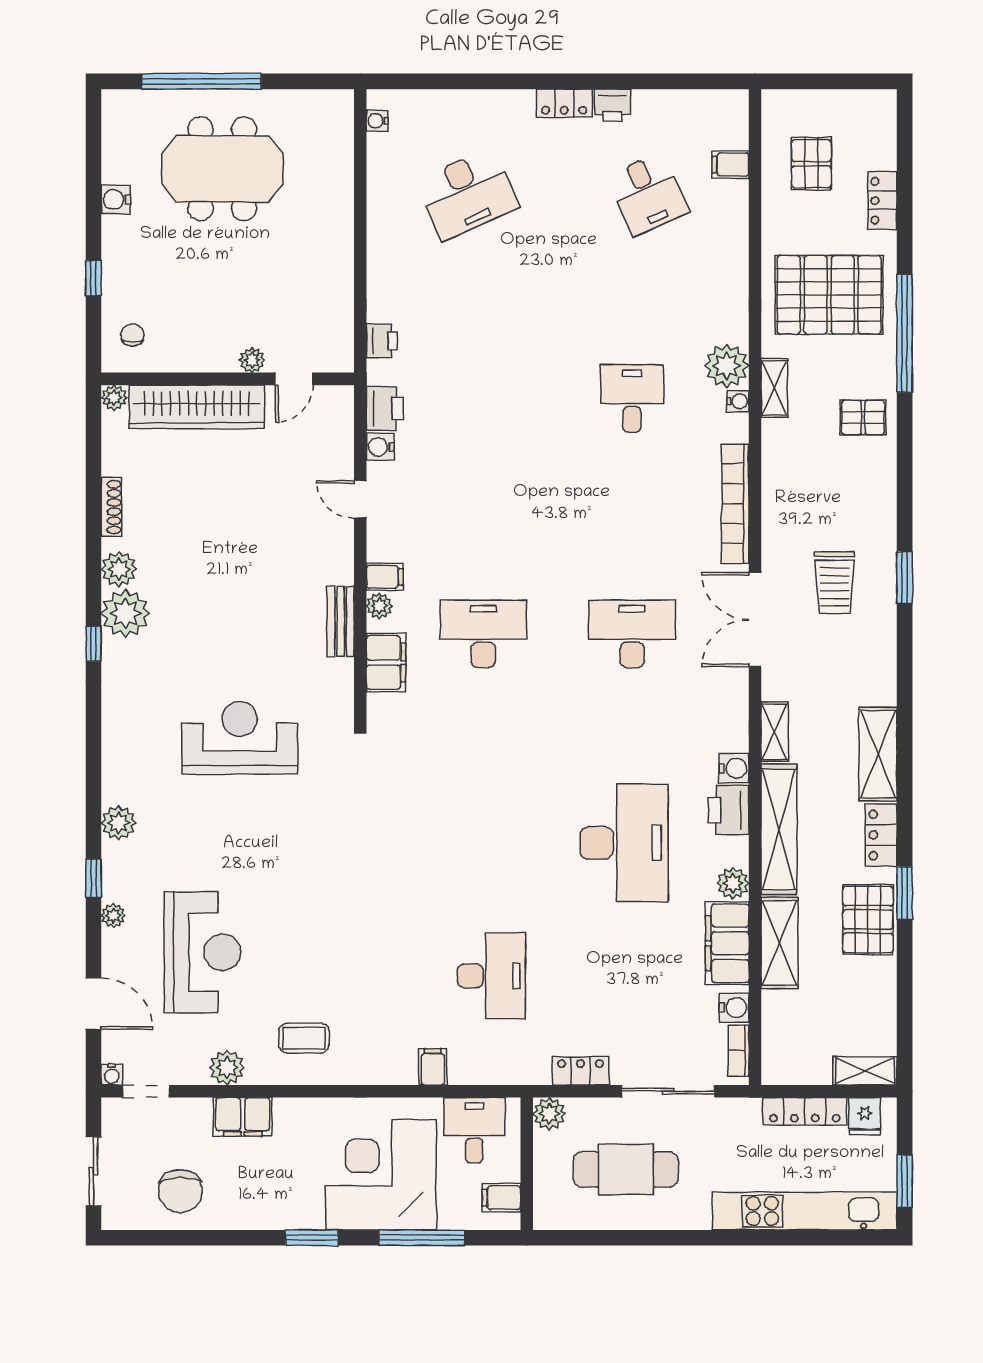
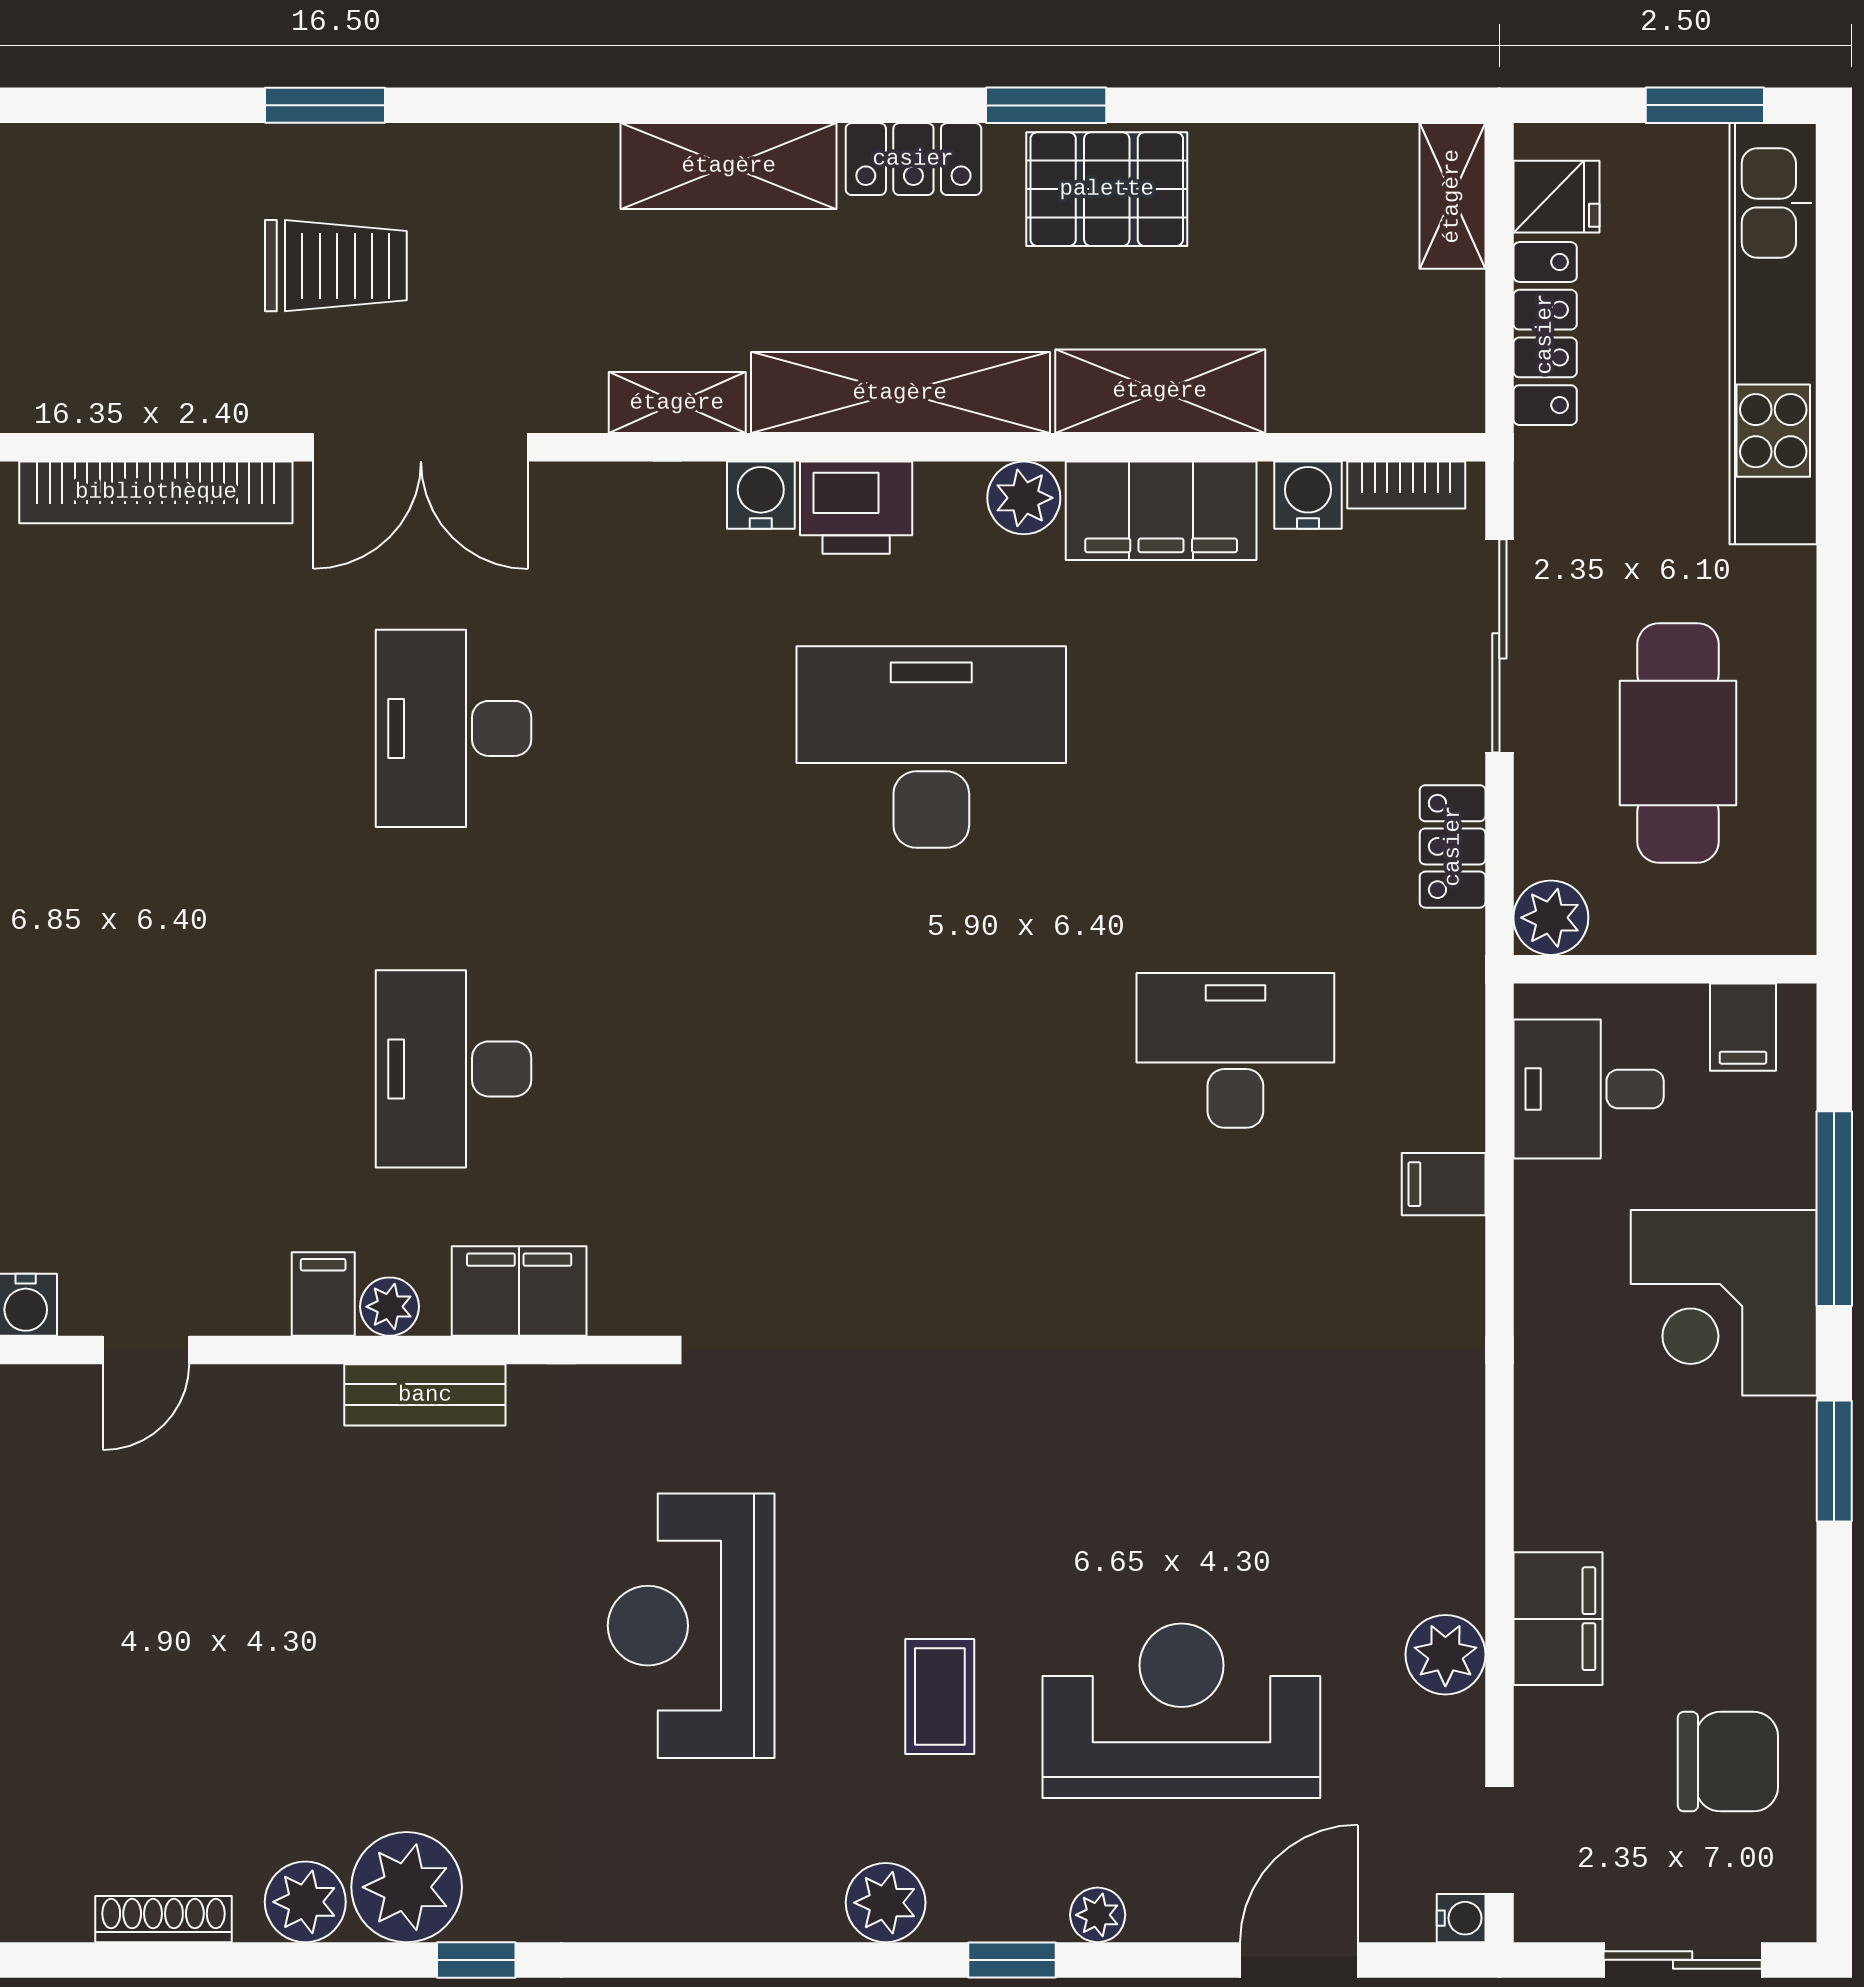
coffee table: (304, 1038) -> (940, 1696), moved
corner desk: (381, 1175) -> (1724, 1303), width x0.74, depth x0.74

